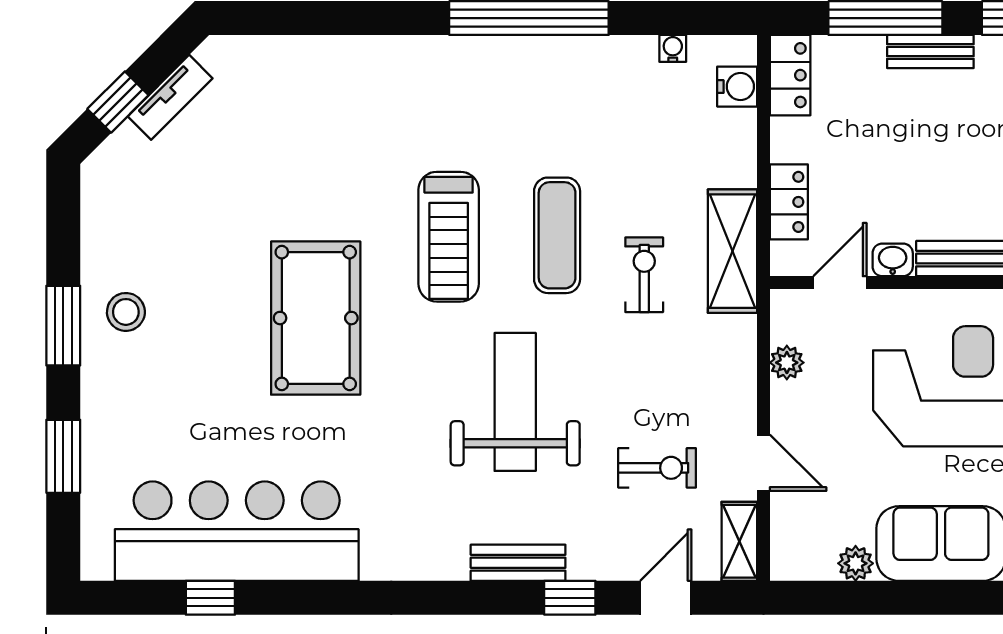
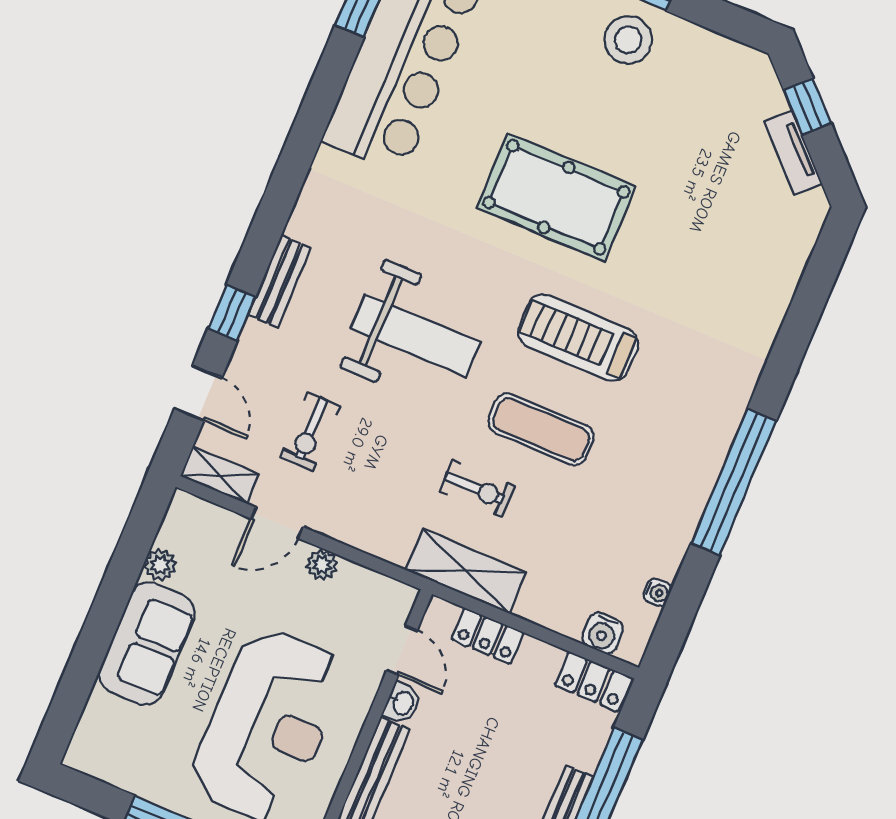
stool: (126, 312) -> (628, 40), width x1.38, depth x1.38
plant: (787, 363) -> (322, 565), moved

